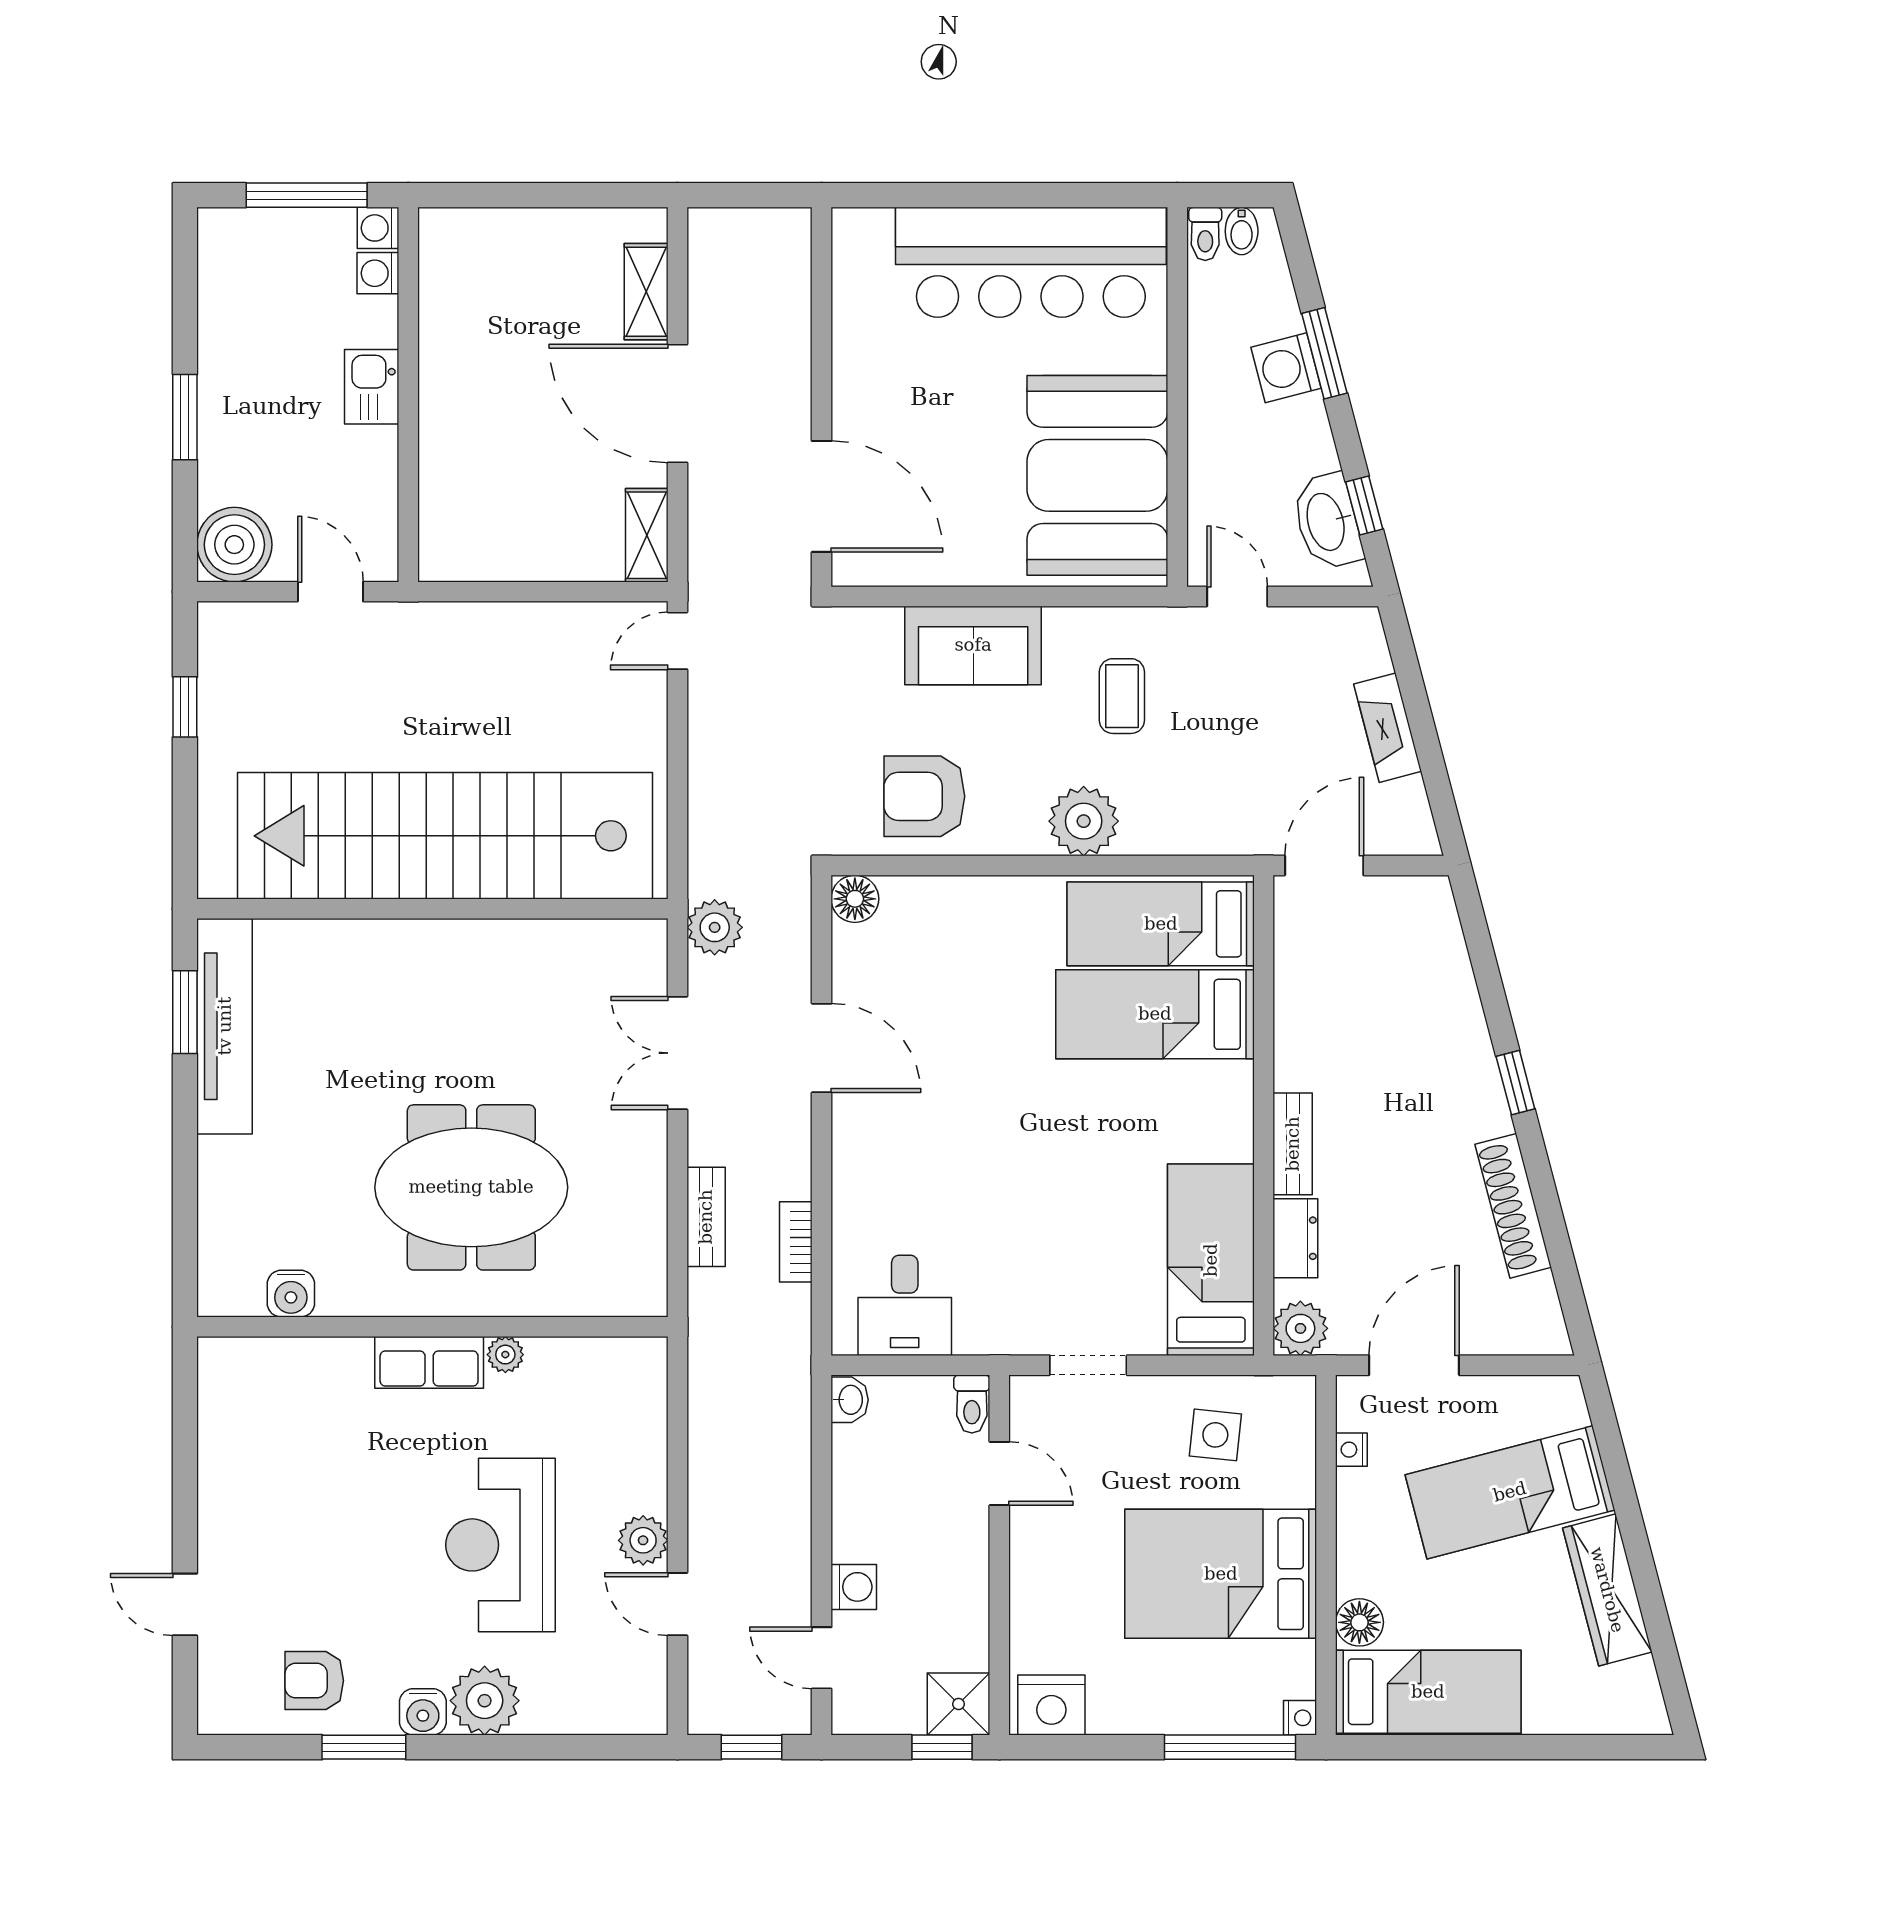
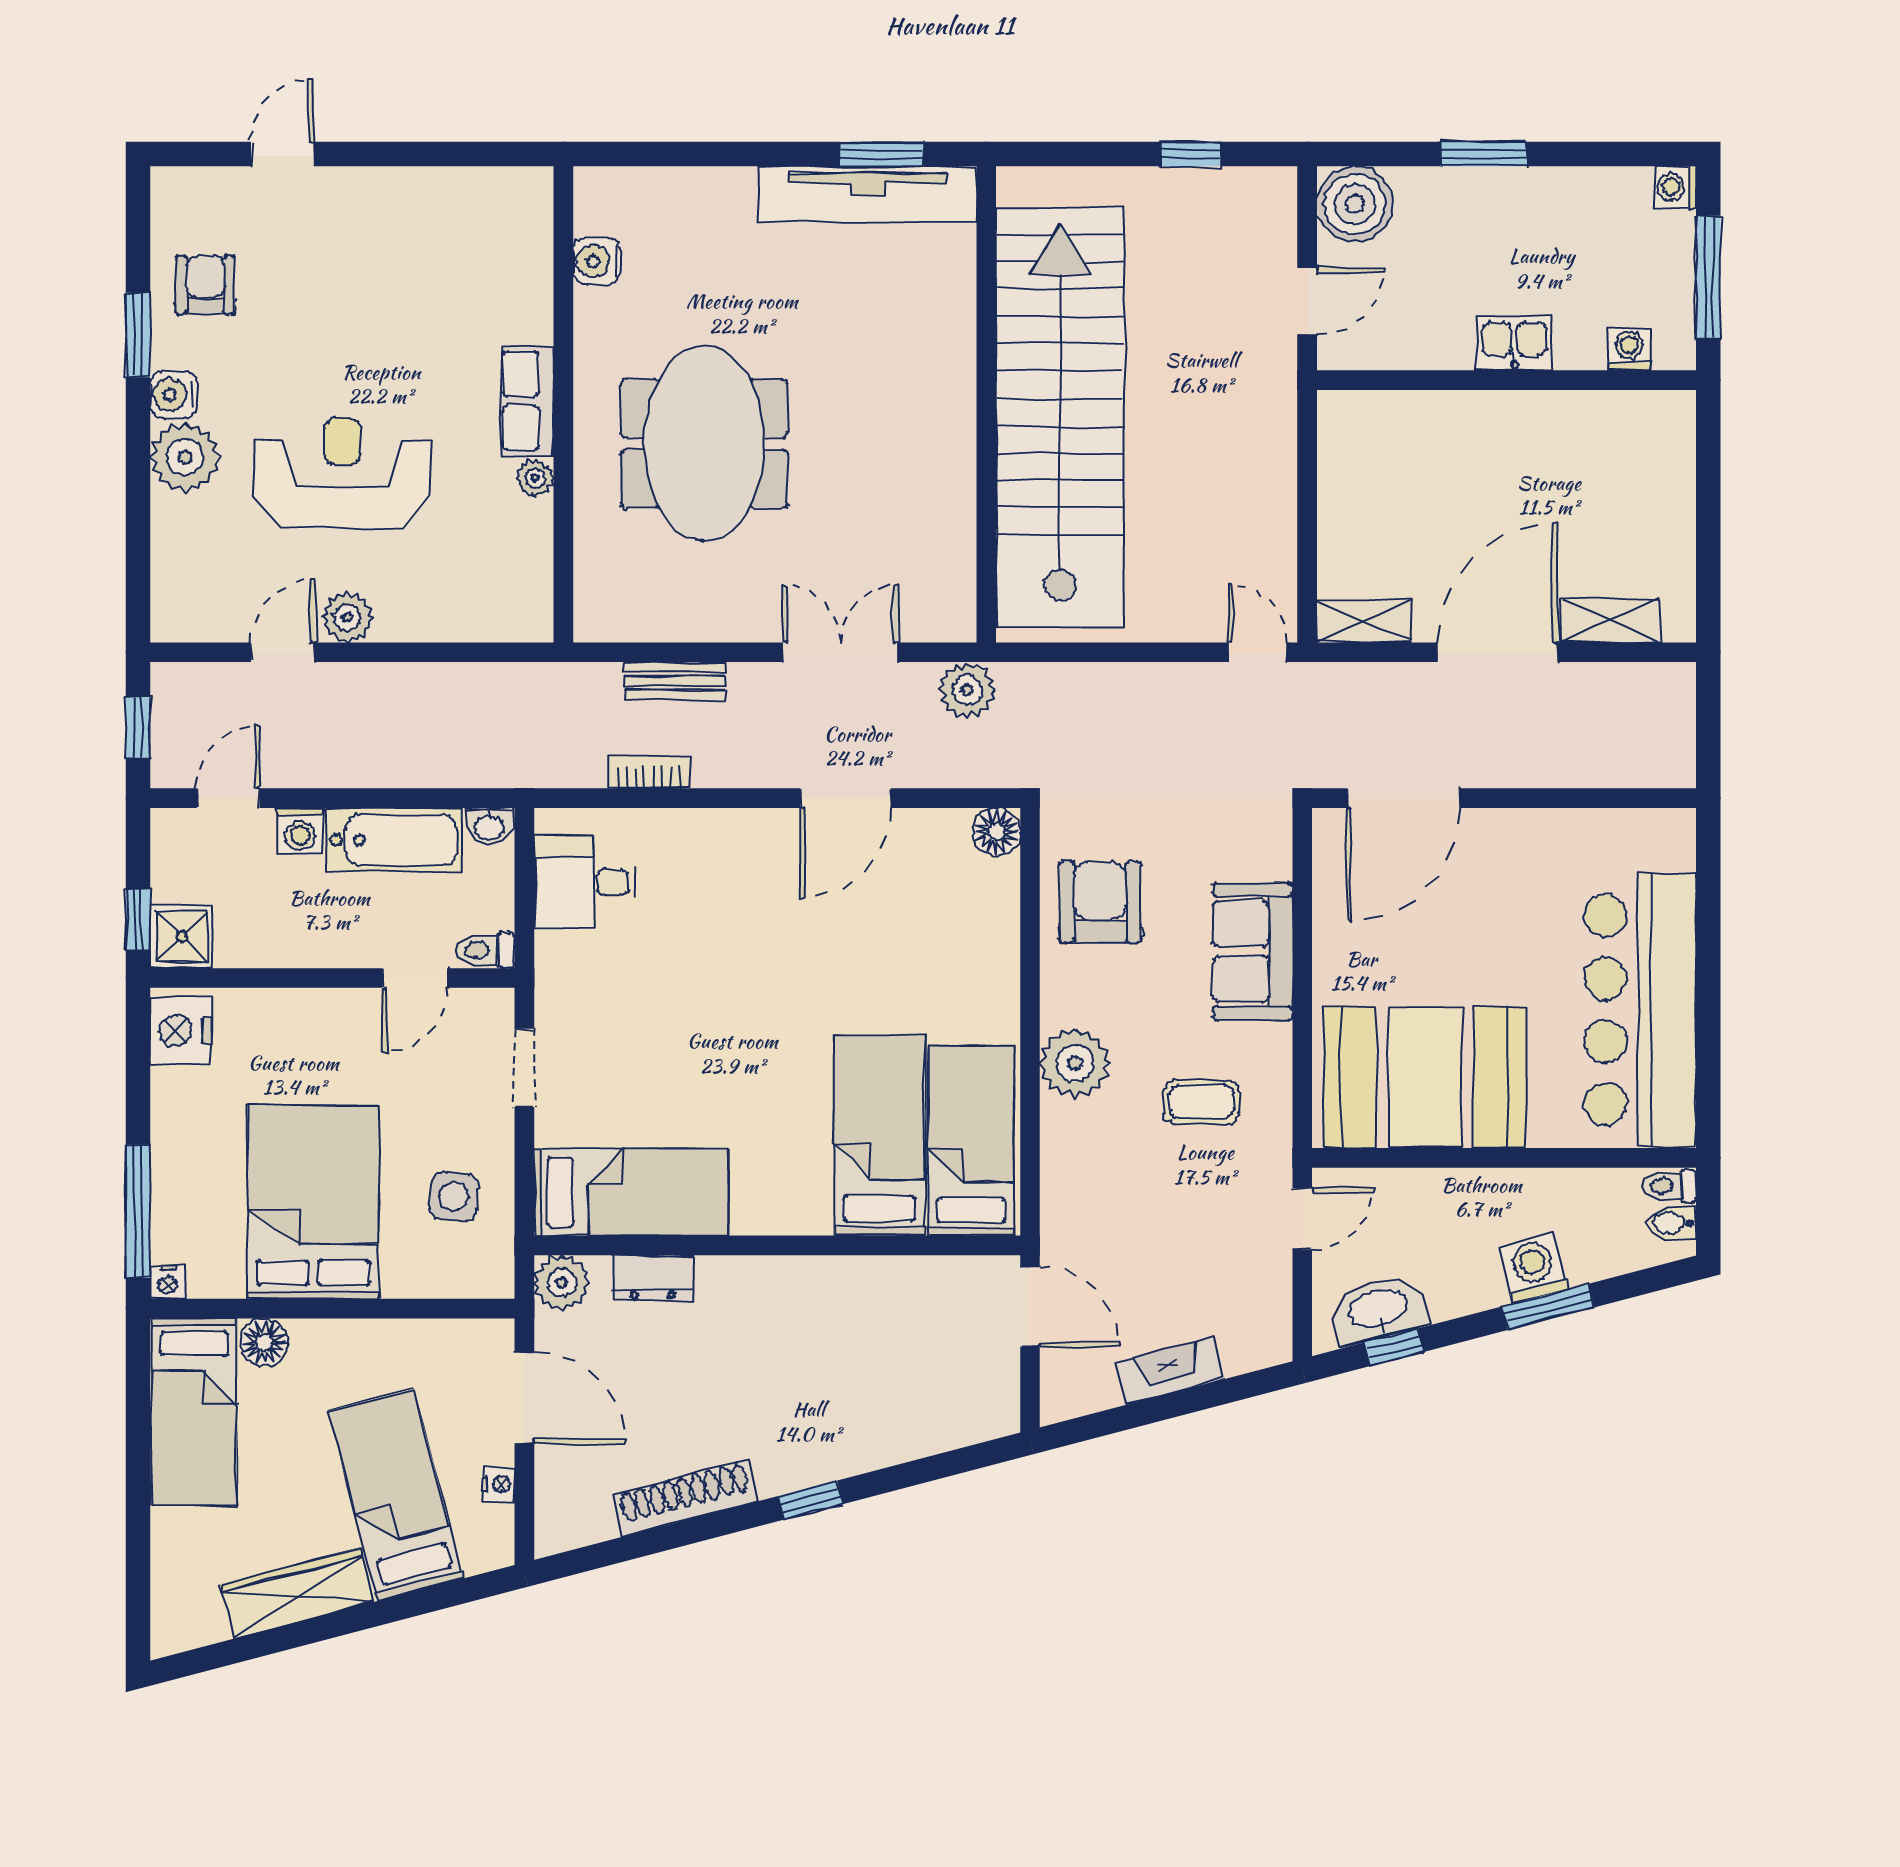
washing machine: (378, 228) -> (1675, 187), moved, turned -90
bench: (1293, 1144) -> (748, 1275), removed
nightstand: (1351, 1450) -> (499, 1484), moved, turned 90
bathtub: (863, 1494) -> (395, 840), added

